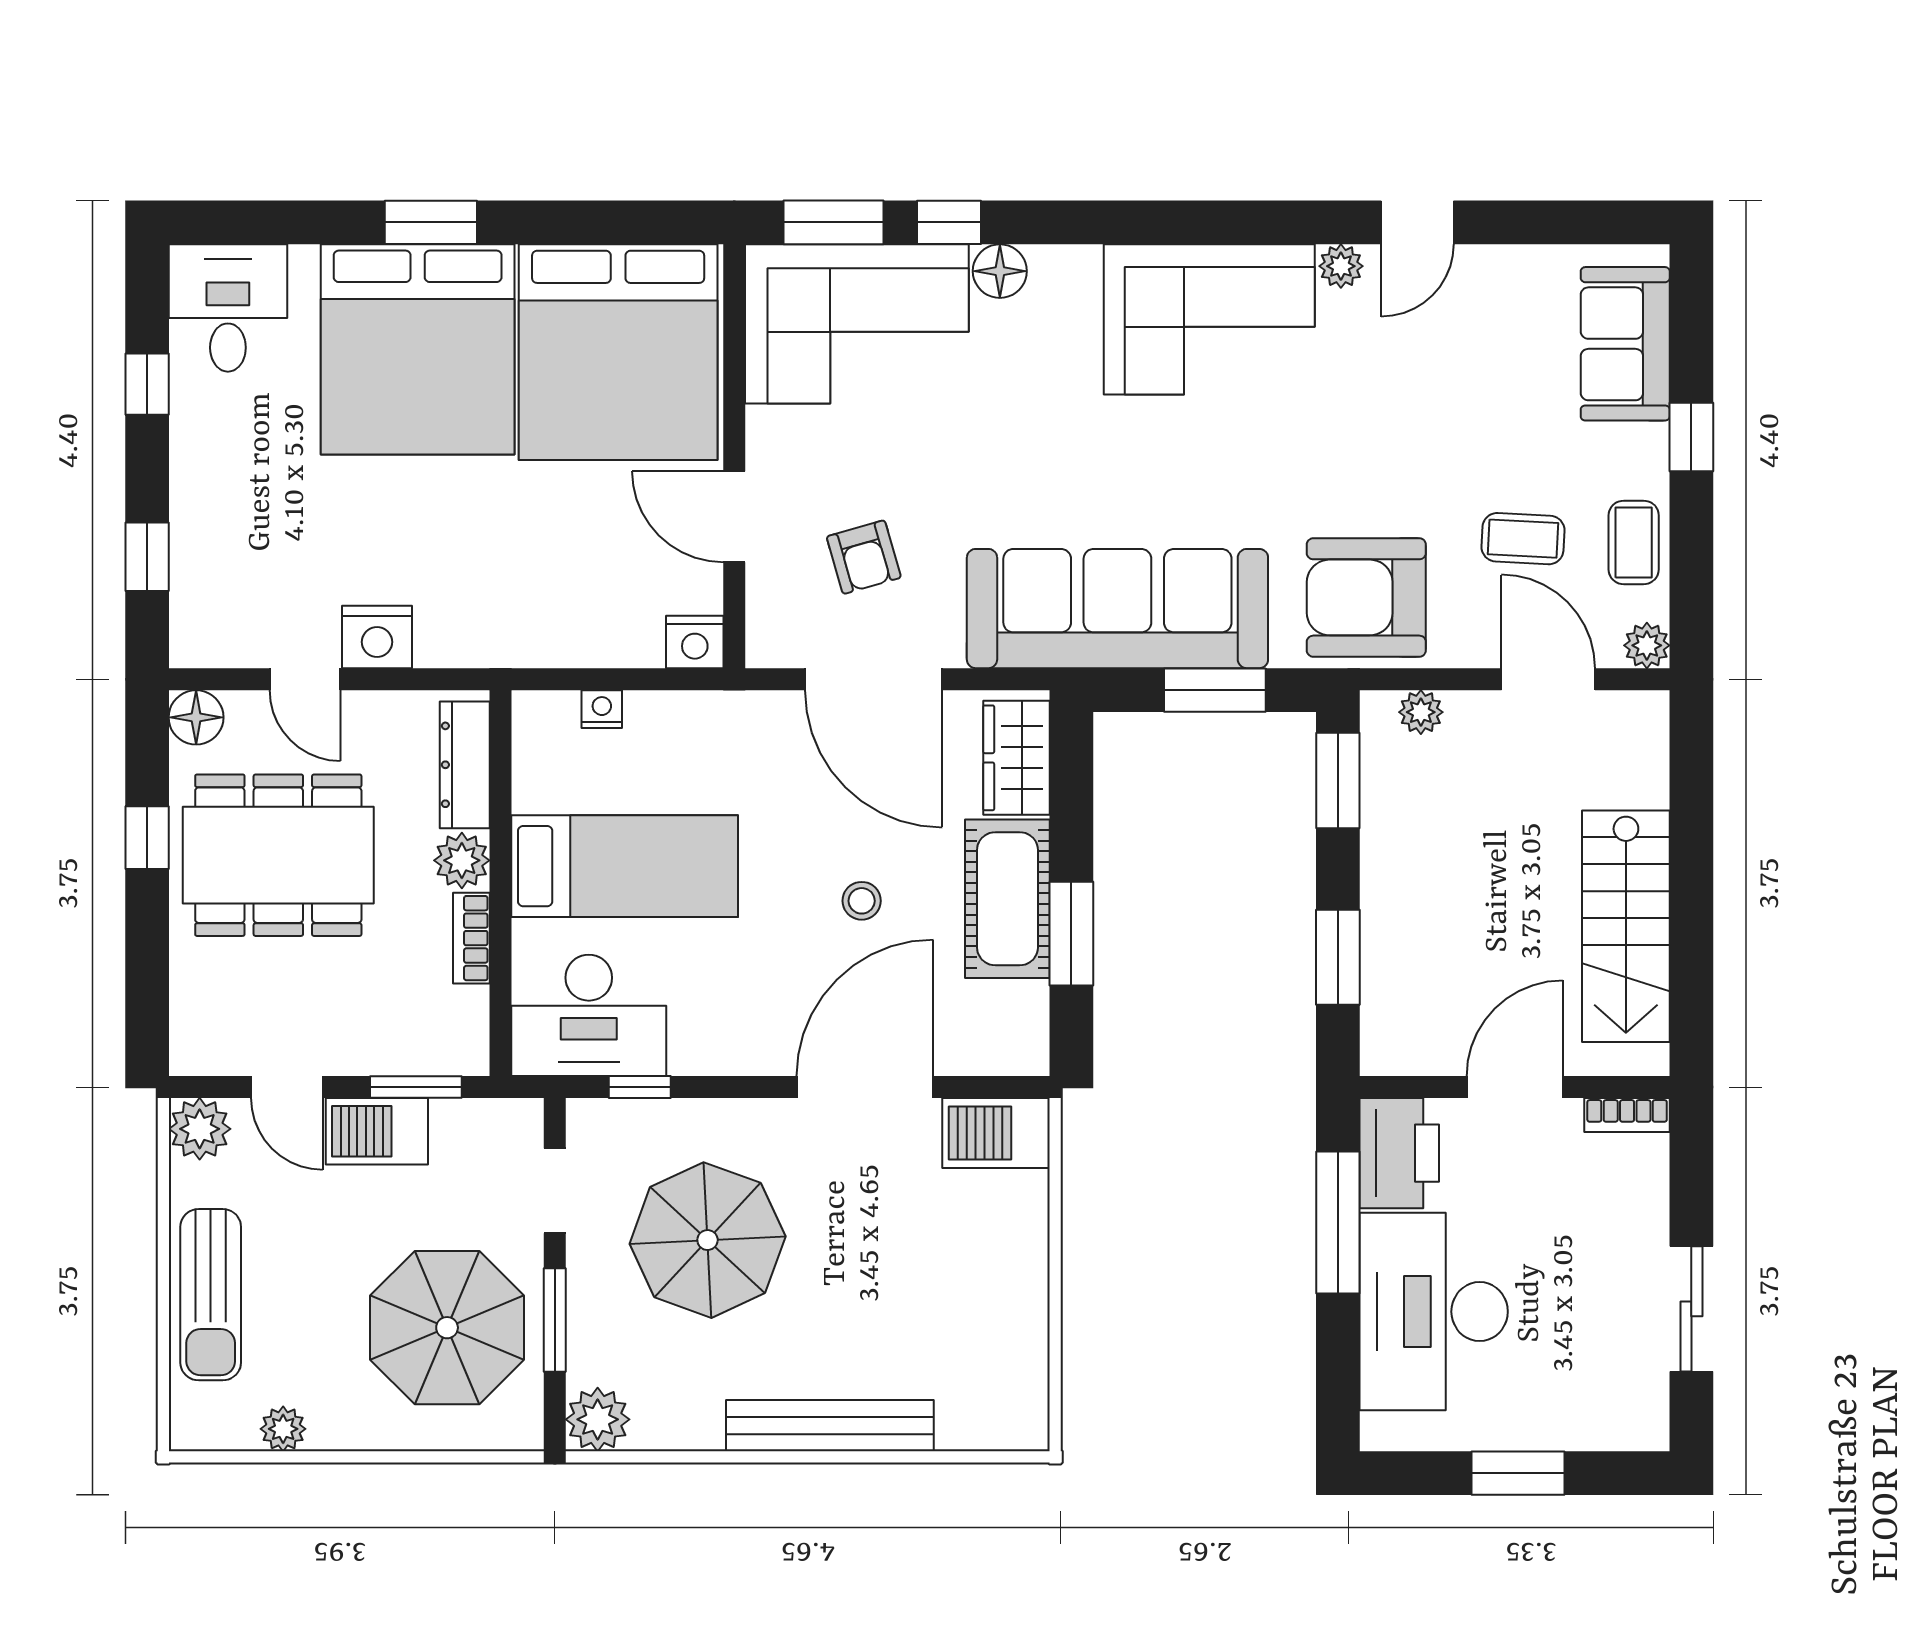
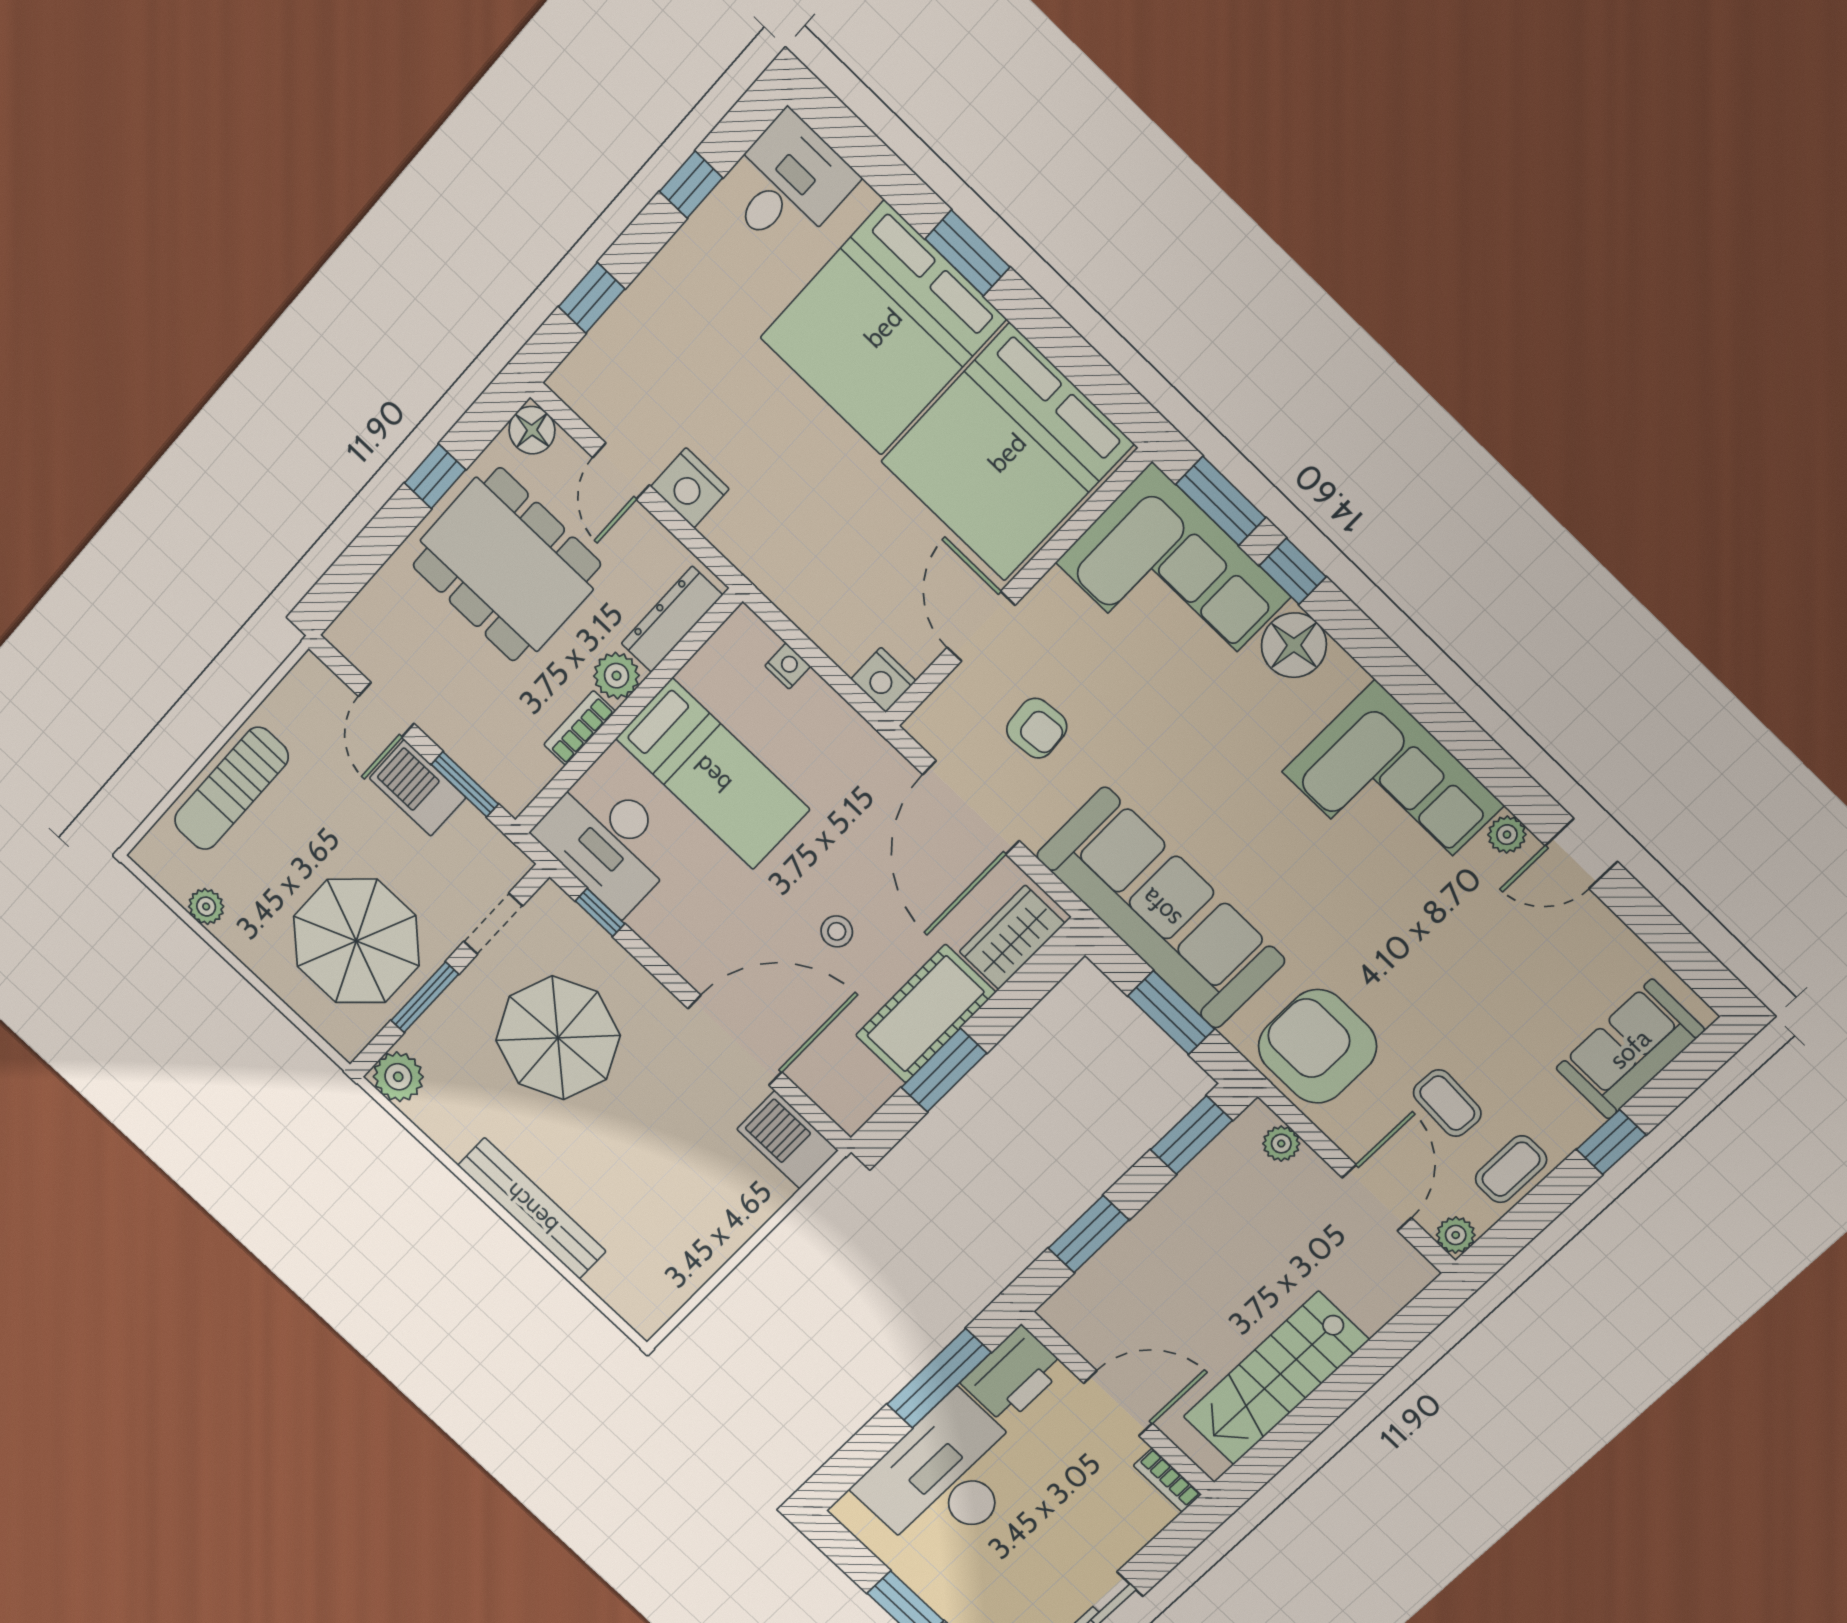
floor lamp: (1000, 271) -> (1294, 645), width x1.38, depth x1.38
armchair: (864, 557) -> (1037, 728), turned -79
plant: (200, 1129) -> (311, 684), removed

